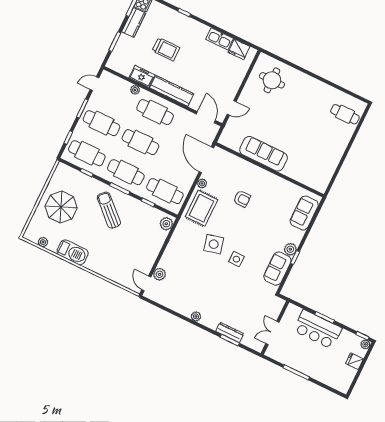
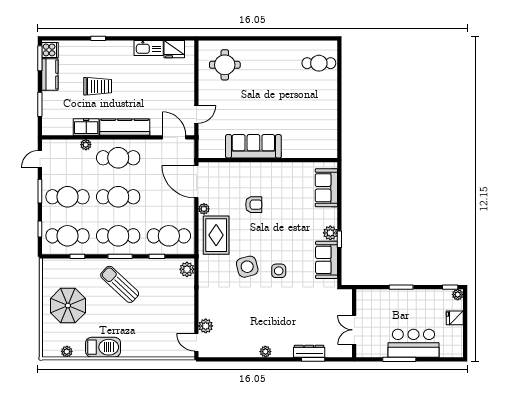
bar counter: (318, 329) -> (413, 343), moved, turned 180

